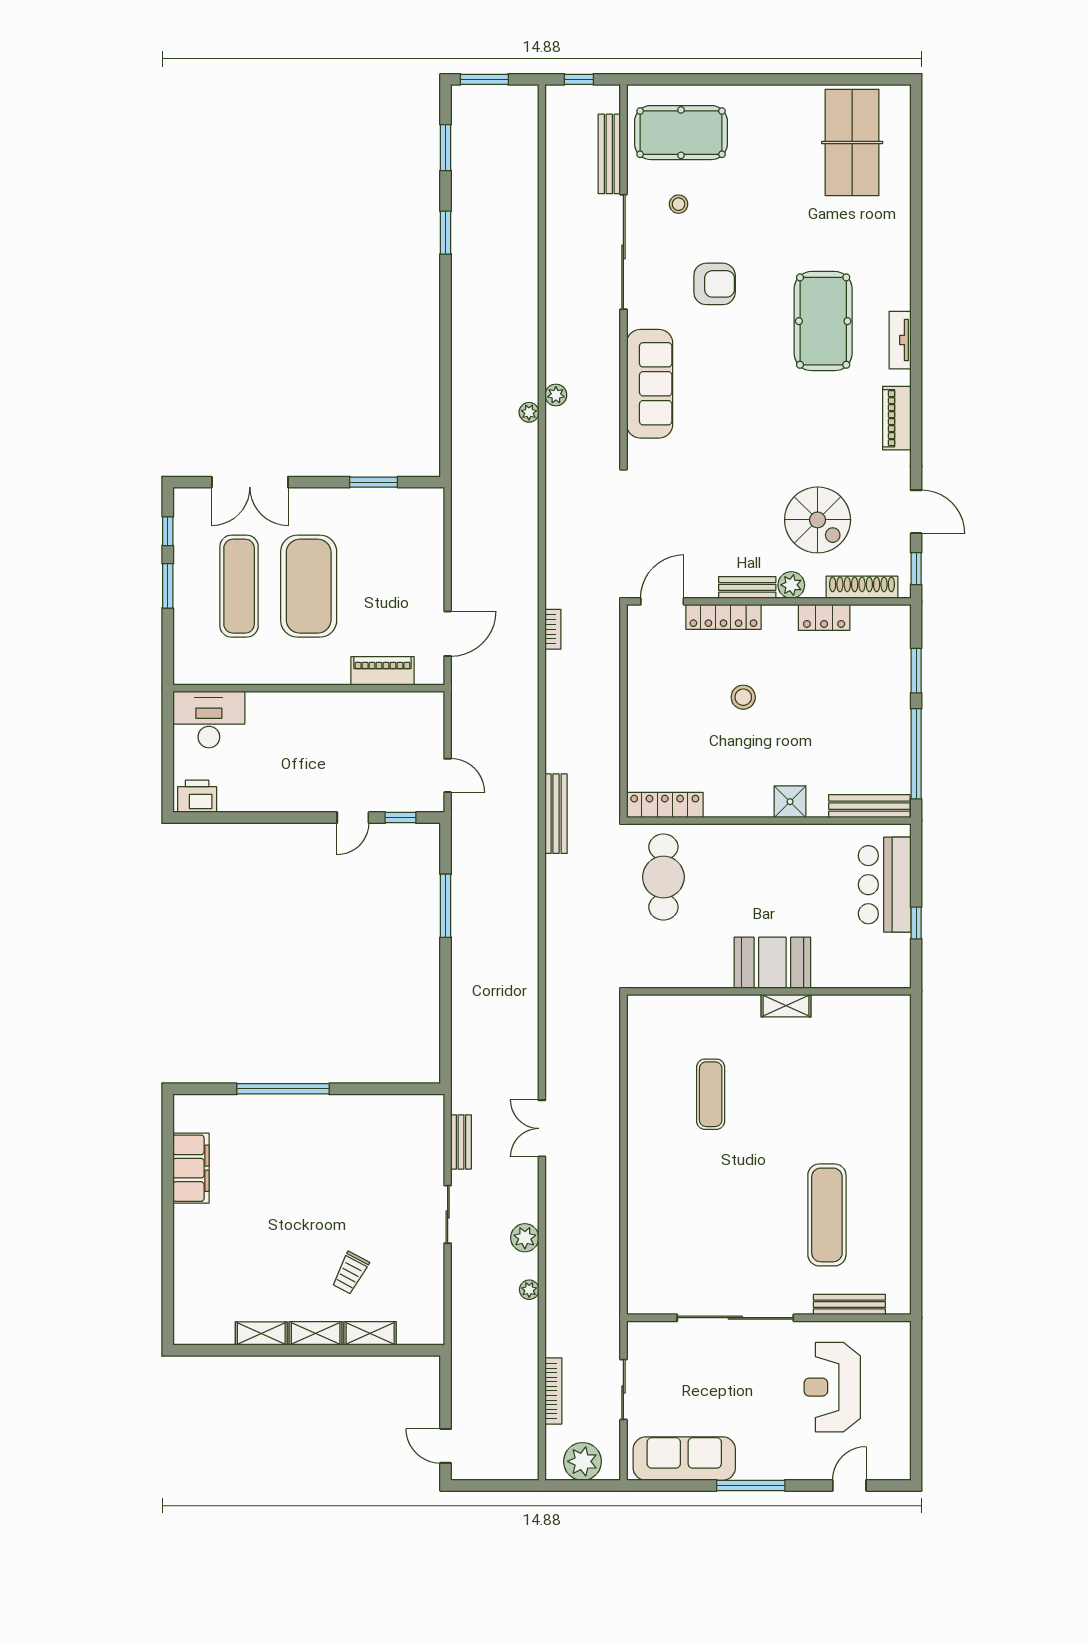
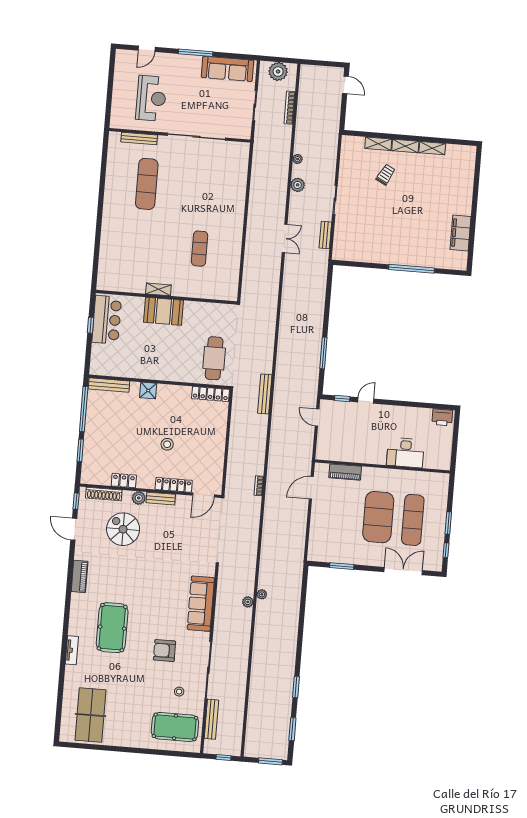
tv unit: (900, 340) -> (72, 650), moved
desk: (209, 719) -> (405, 453), moved
bar counter: (885, 885) -> (107, 320), moved

